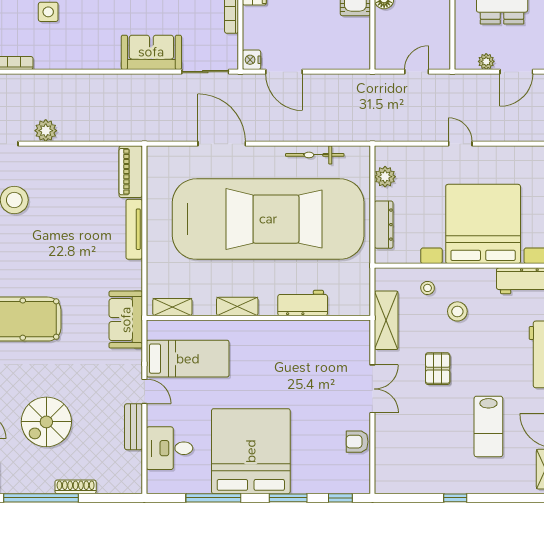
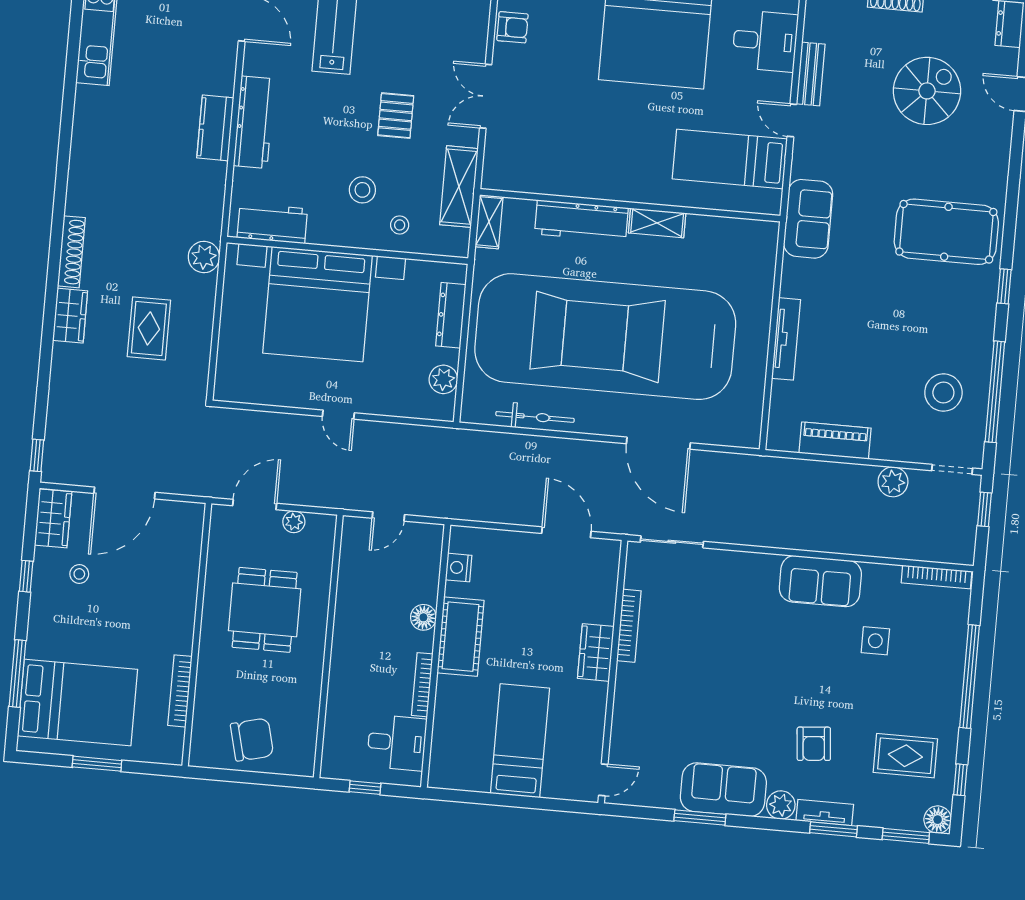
sofa: (151, 52) -> (820, 581), moved
nightstand: (251, 60) -> (459, 568), moved, turned 180
piano: (131, 172) -> (835, 441), moved, turned -90
workbench: (303, 303) -> (581, 221), width x1.38
shelving: (172, 307) -> (489, 222), moved, turned 90

